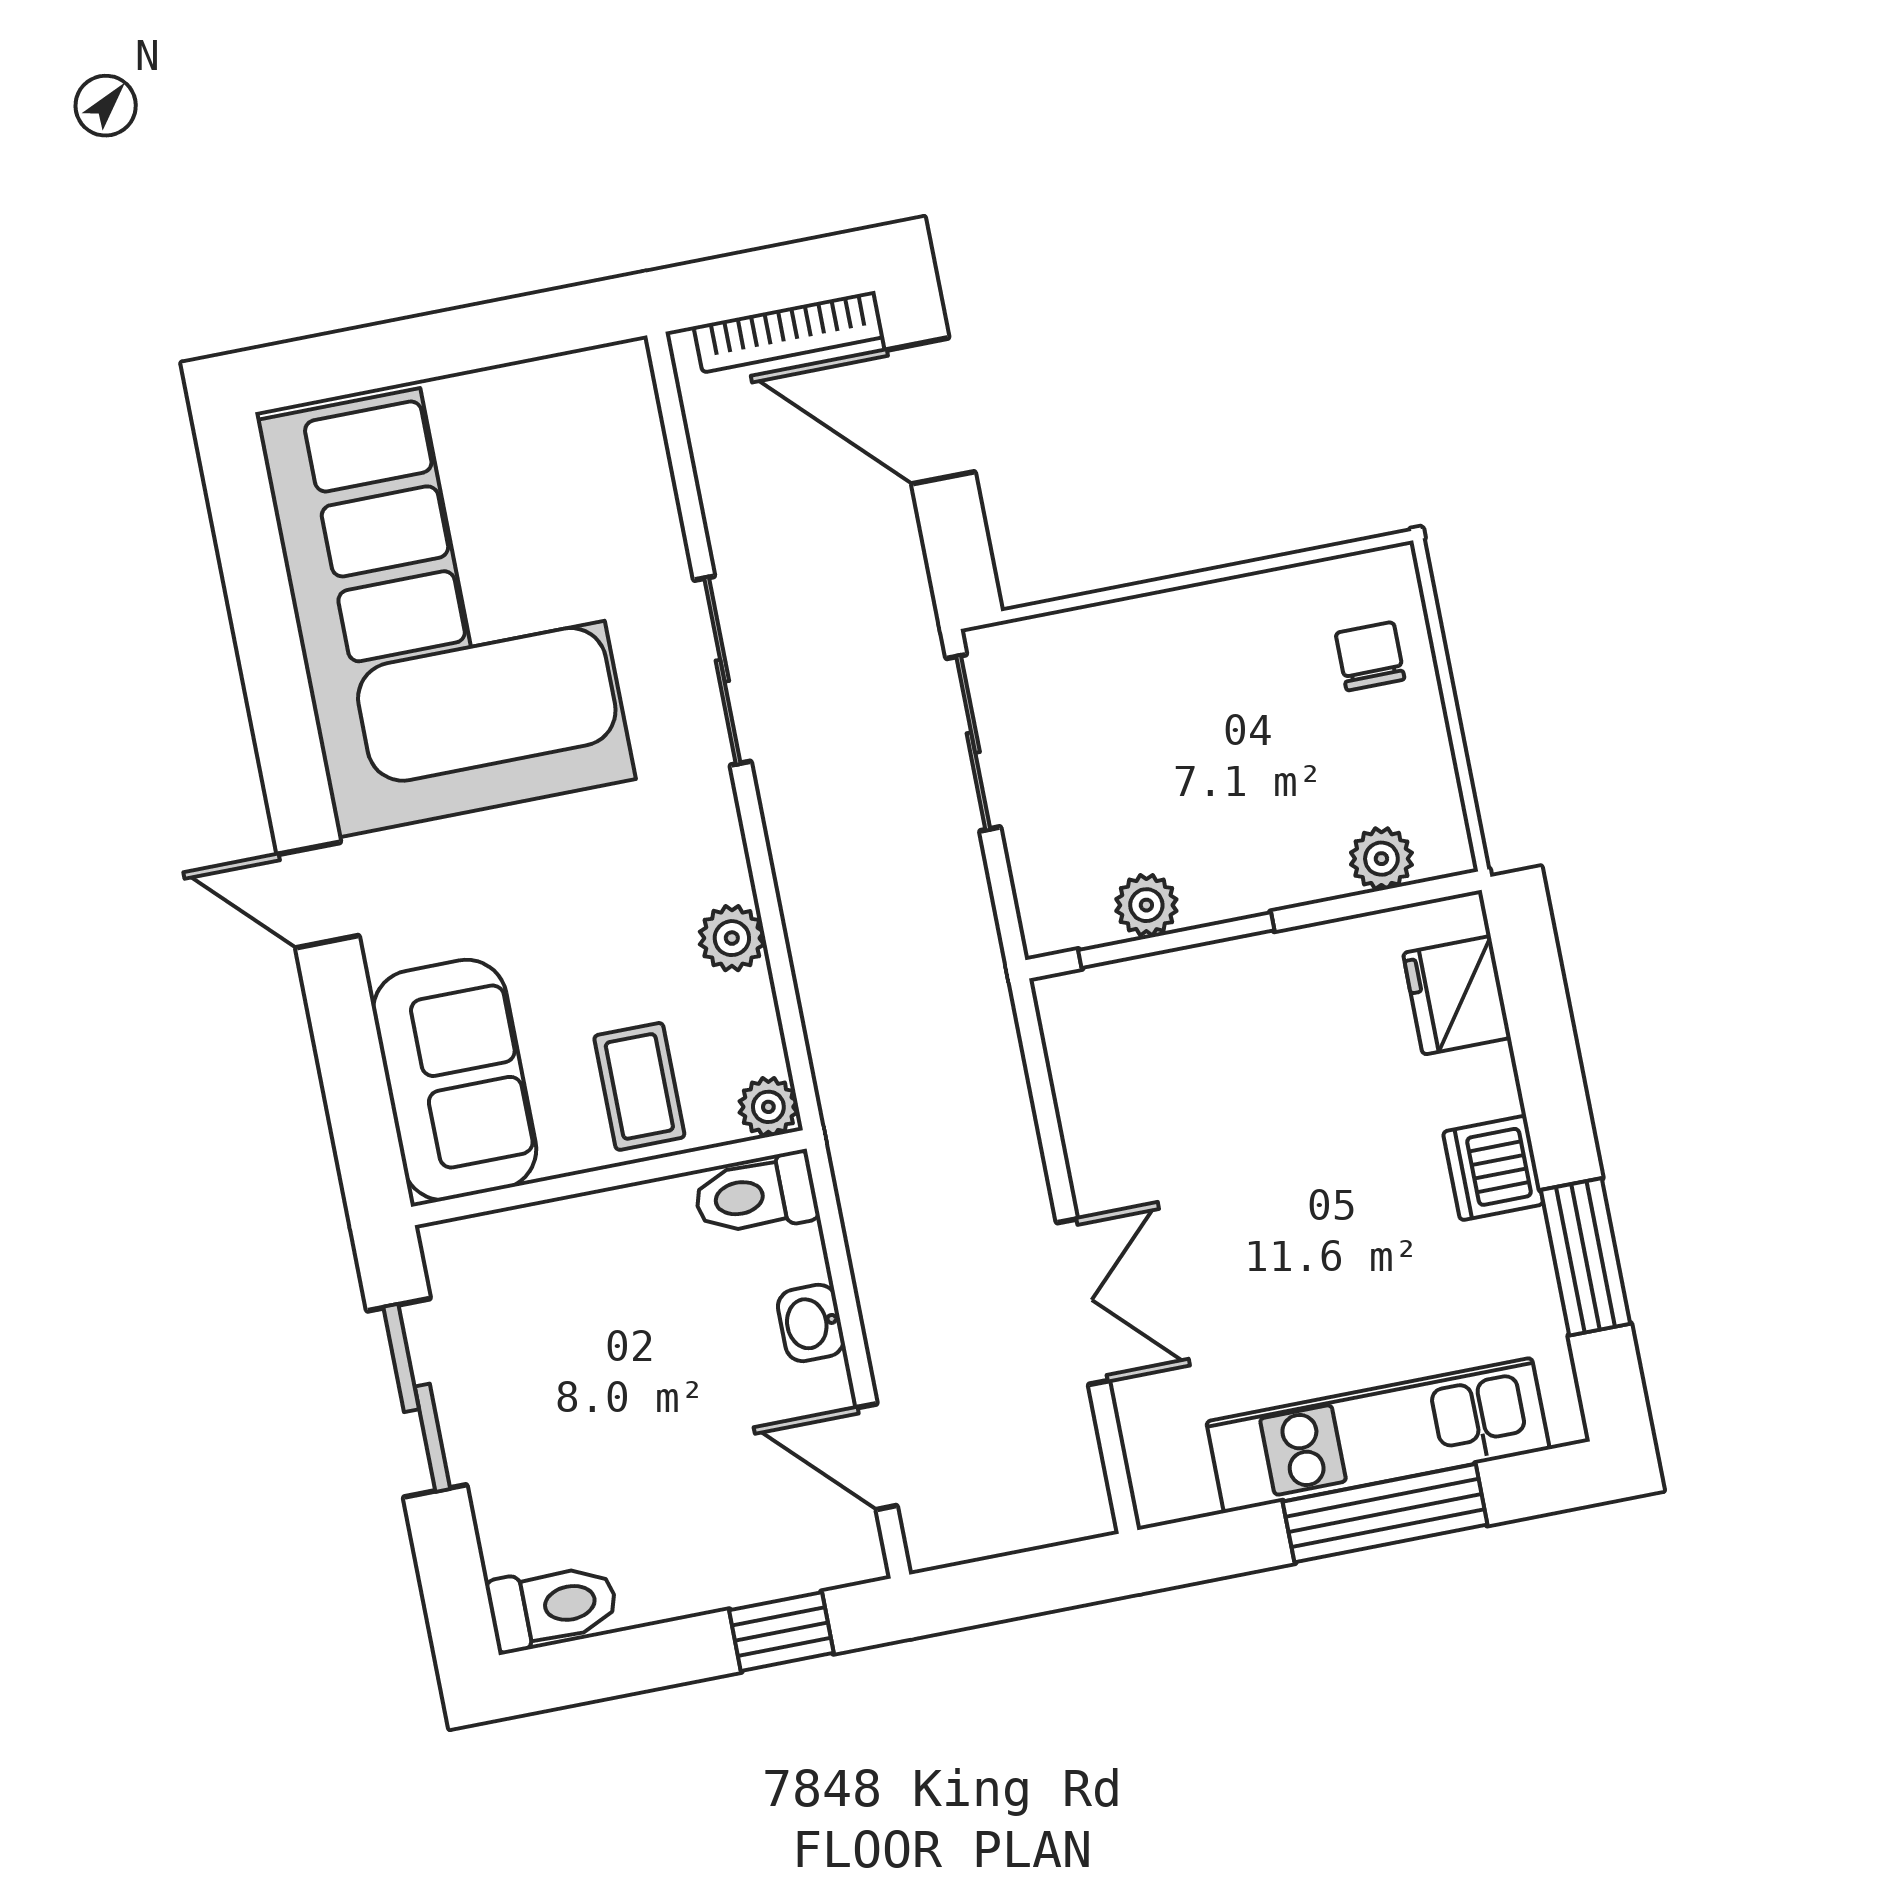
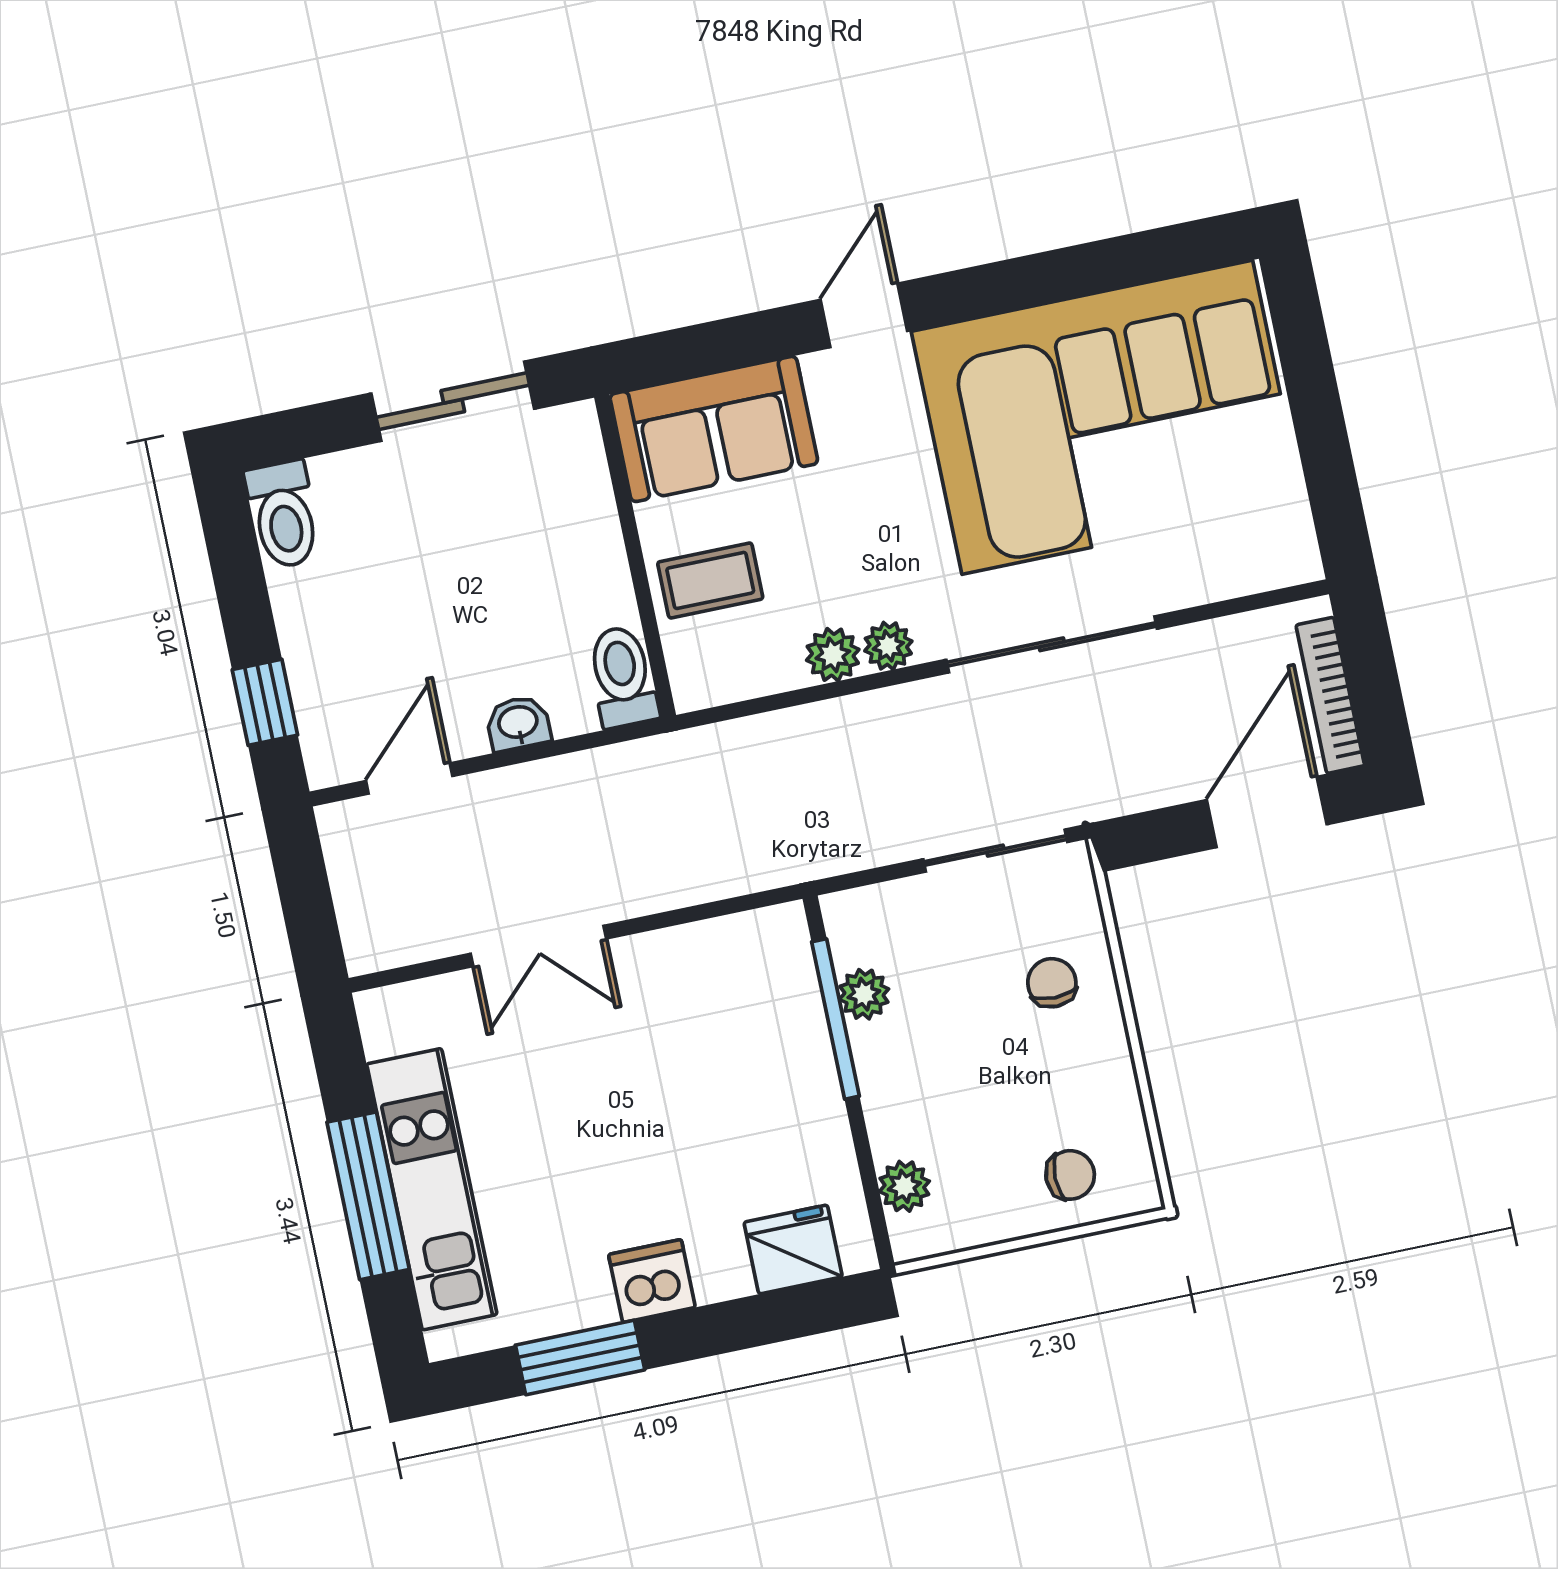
sliding door: (722, 671) -> (1052, 644), width x1.37
chair: (1135, 676) -> (1052, 983), added
plant: (768, 1107) -> (888, 646), moved

